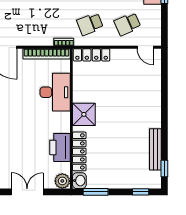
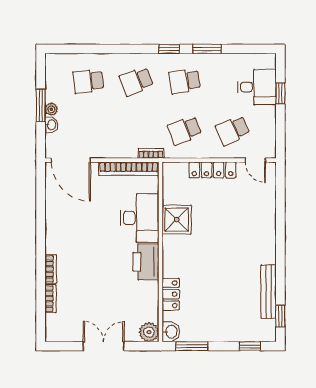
locker: (92, 55) -> (213, 170), moved
shower: (84, 114) -> (177, 219), moved
printer: (60, 148) -> (146, 262), moved
locker: (79, 151) -> (171, 294), width x0.66

